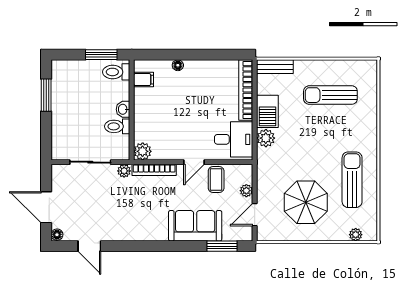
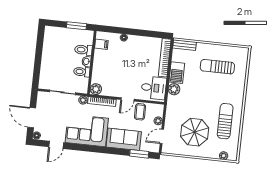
toilet: (116, 72) -> (83, 50), moved
window: (46, 95) -> (39, 47), removed
corner sofa: (135, 218) -> (87, 130), added
door: (89, 246) -> (56, 145), hinge flipped

